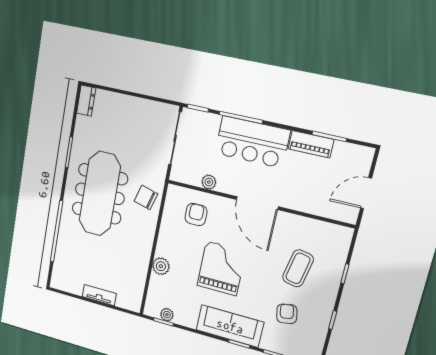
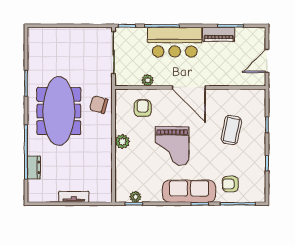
dresser: (86, 101) -> (34, 167), moved
plant: (161, 266) -> (122, 142), moved
grand piano: (221, 268) -> (172, 146), turned 180
armchair: (287, 314) -> (230, 184), moved, turned -79

